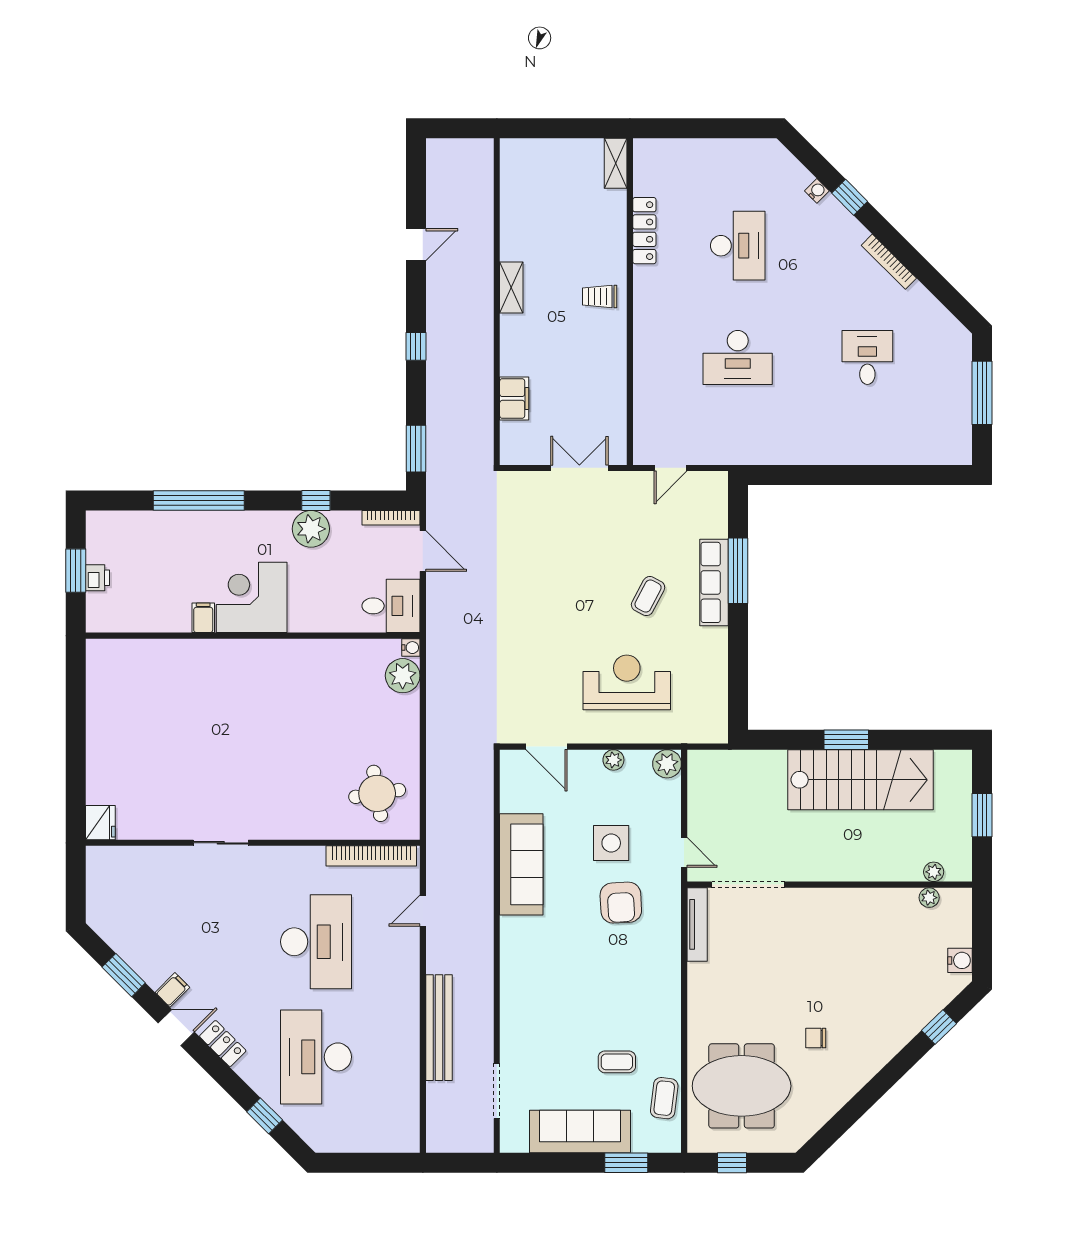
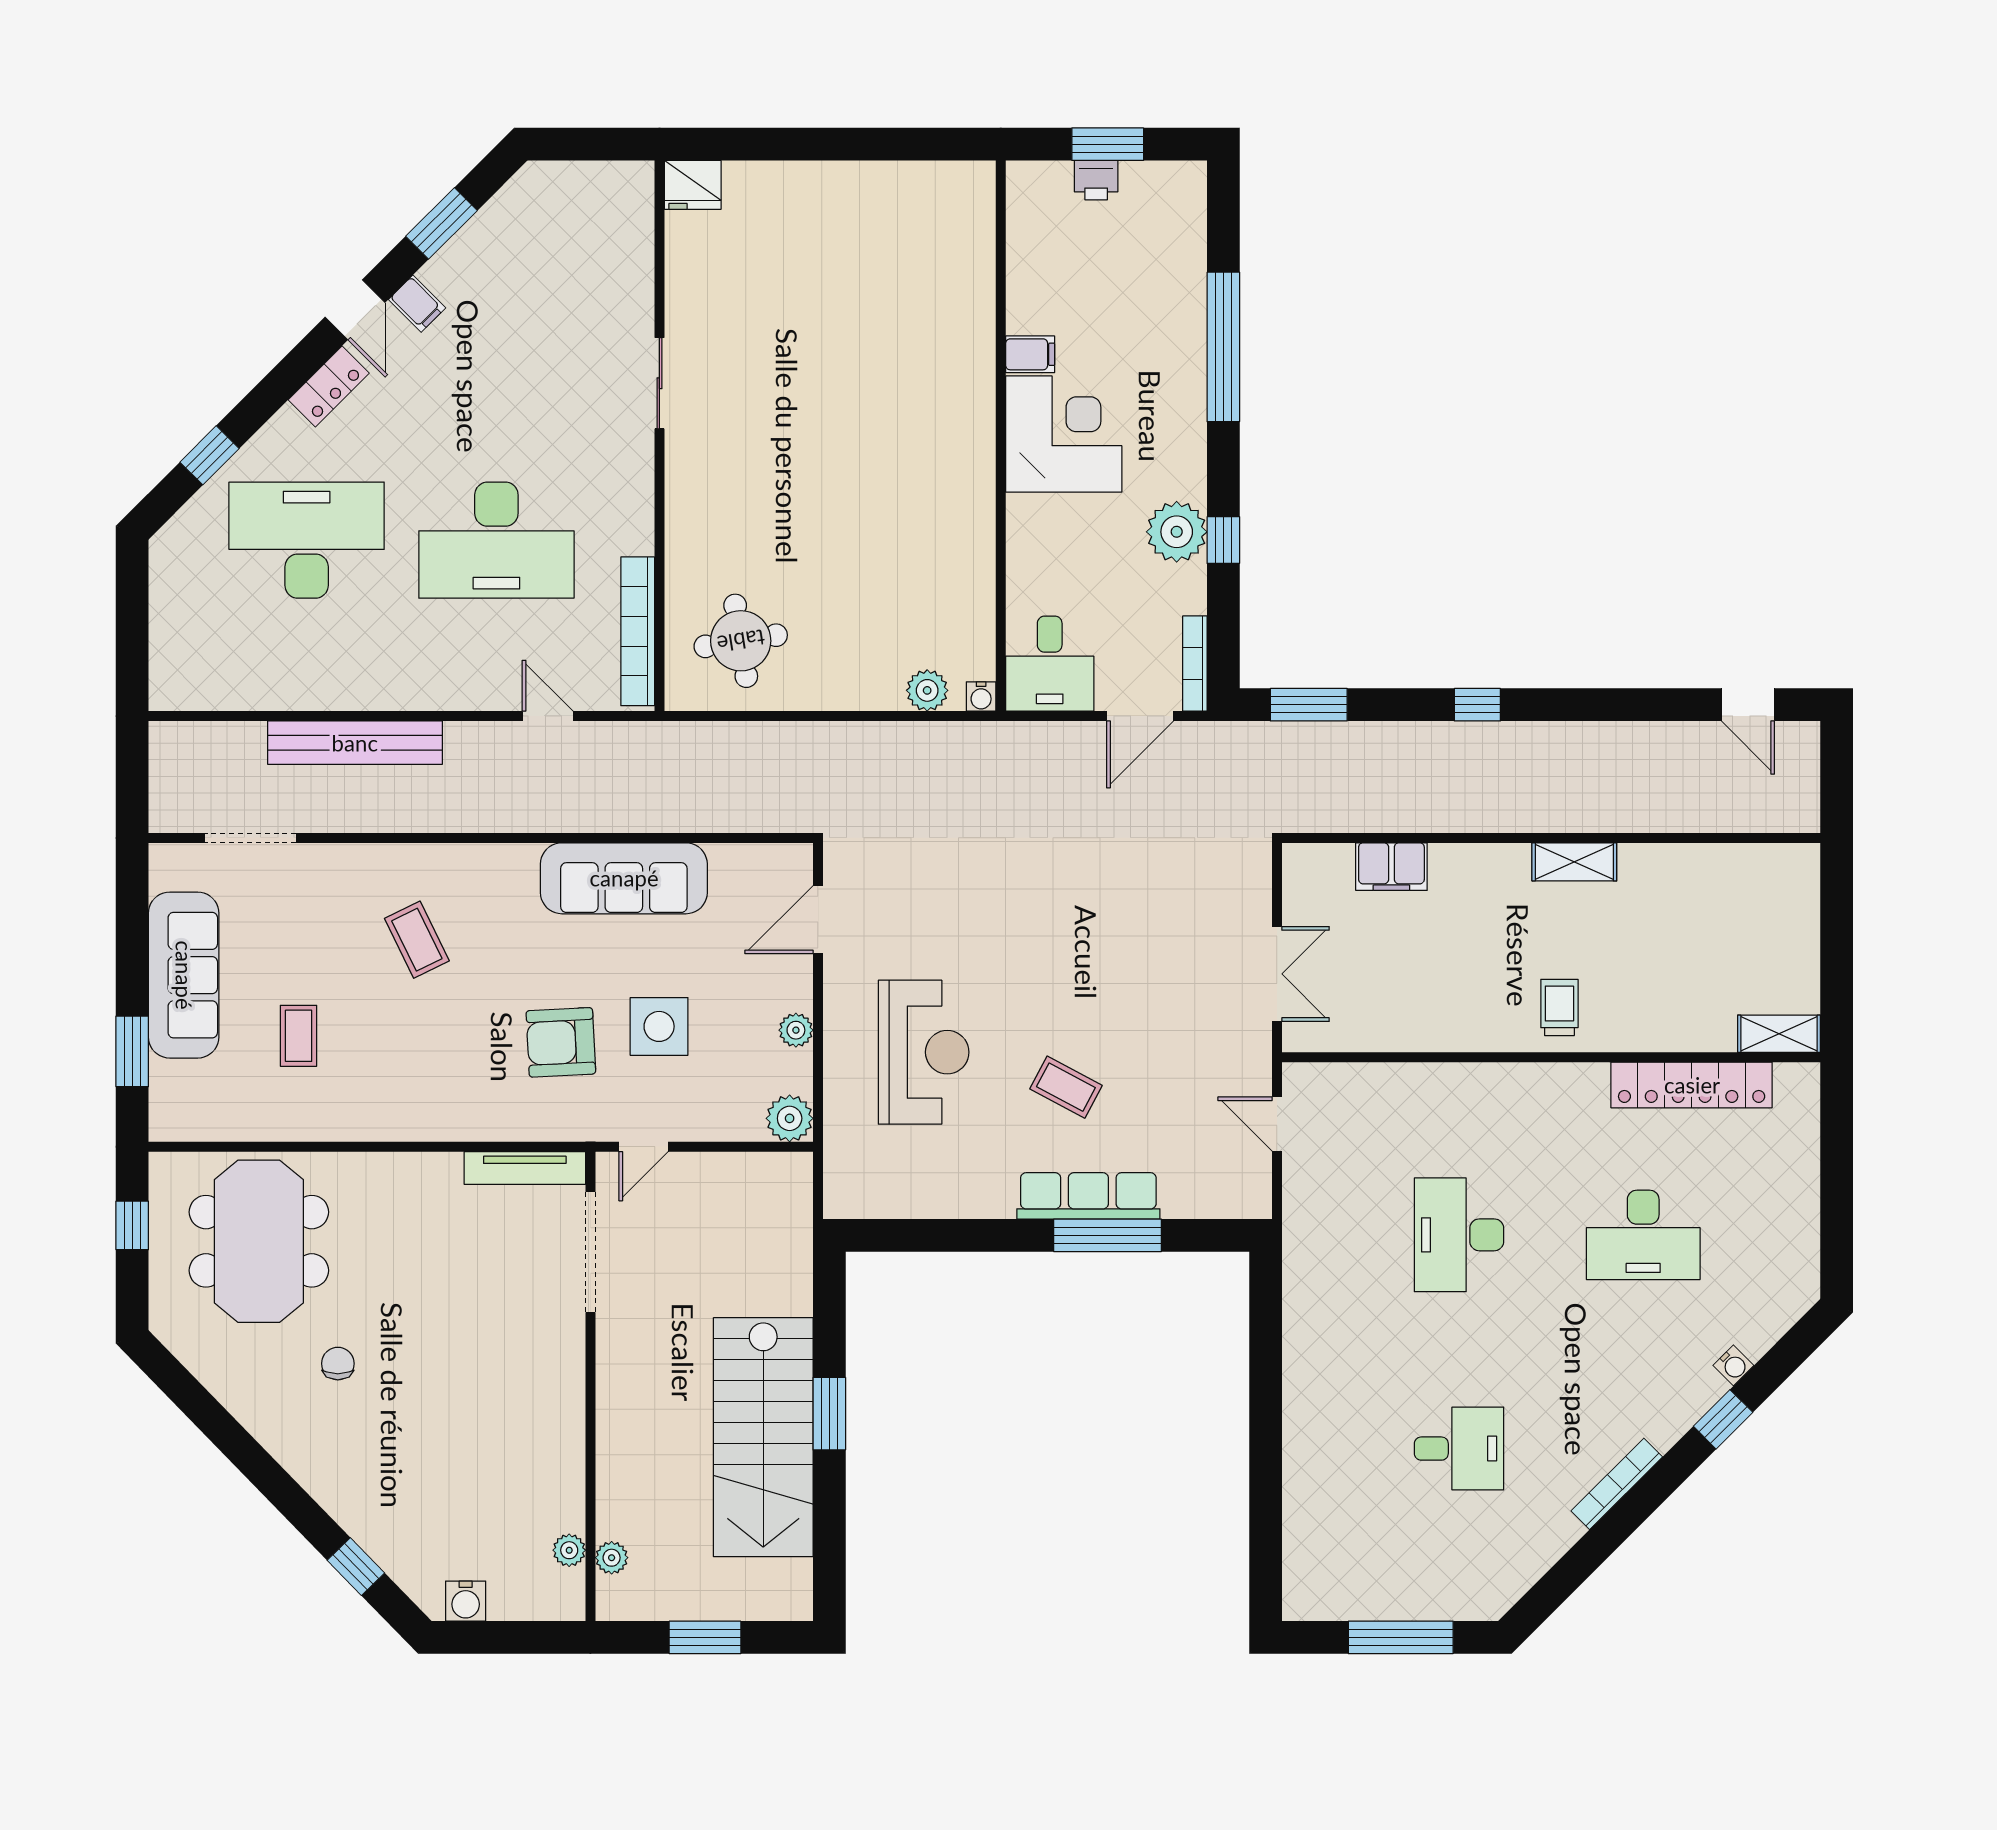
locker: (644, 231) -> (1692, 1085), width x1.41, depth x1.21
door: (416, 245) -> (1748, 705), moved
plant: (403, 676) -> (927, 690), width x0.73, depth x0.73
coffee table: (664, 1098) -> (417, 940), moved, turned 57

